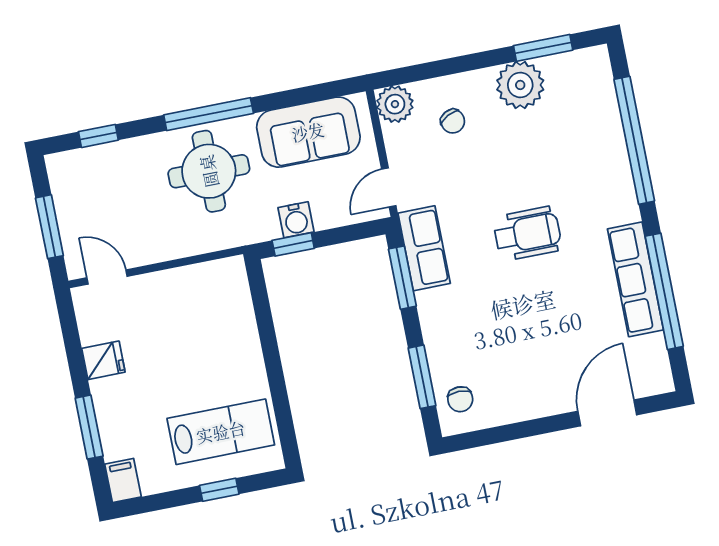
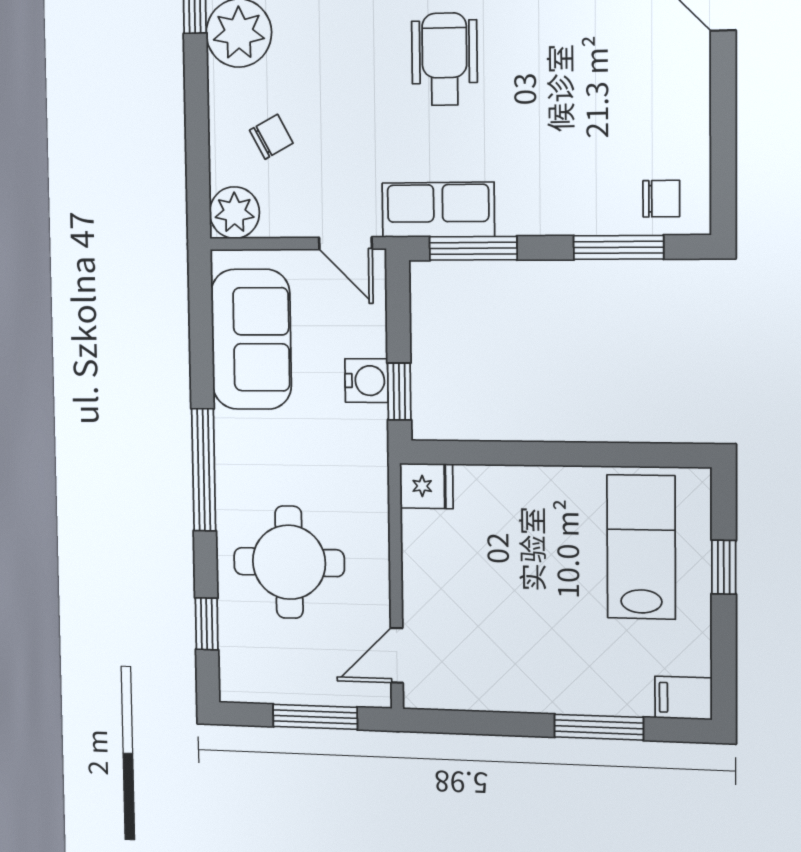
round table: (209, 171) -> (289, 562), moved
fridge: (103, 360) -> (426, 486), moved, turned 90

